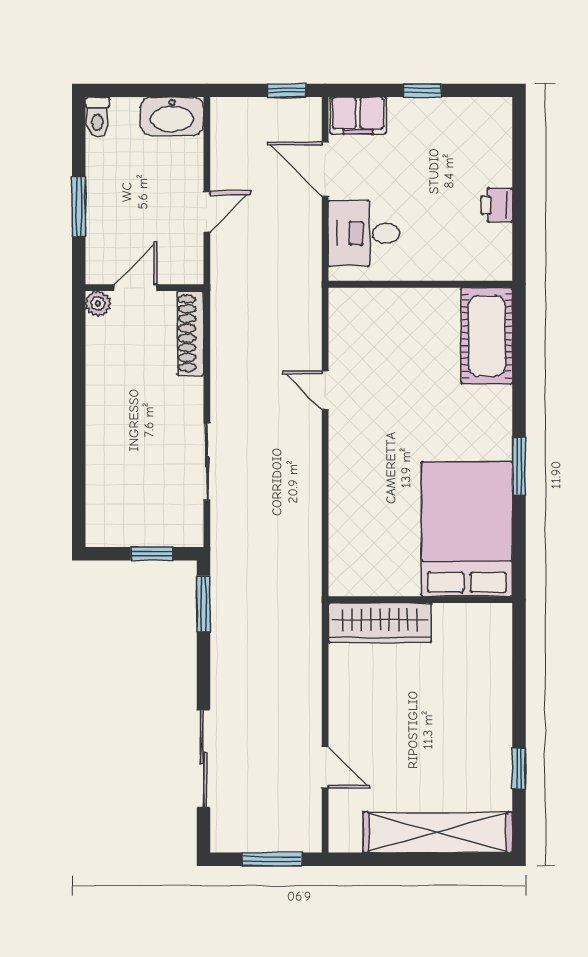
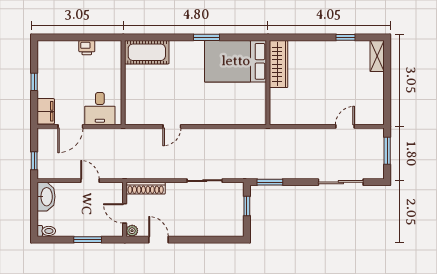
window: (287, 90) -> (34, 161), moved
door: (79, 361) -> (159, 240), added
wardrobe: (380, 623) -> (279, 64), moved
shelving: (438, 832) -> (377, 56), width x0.45, depth x0.75

